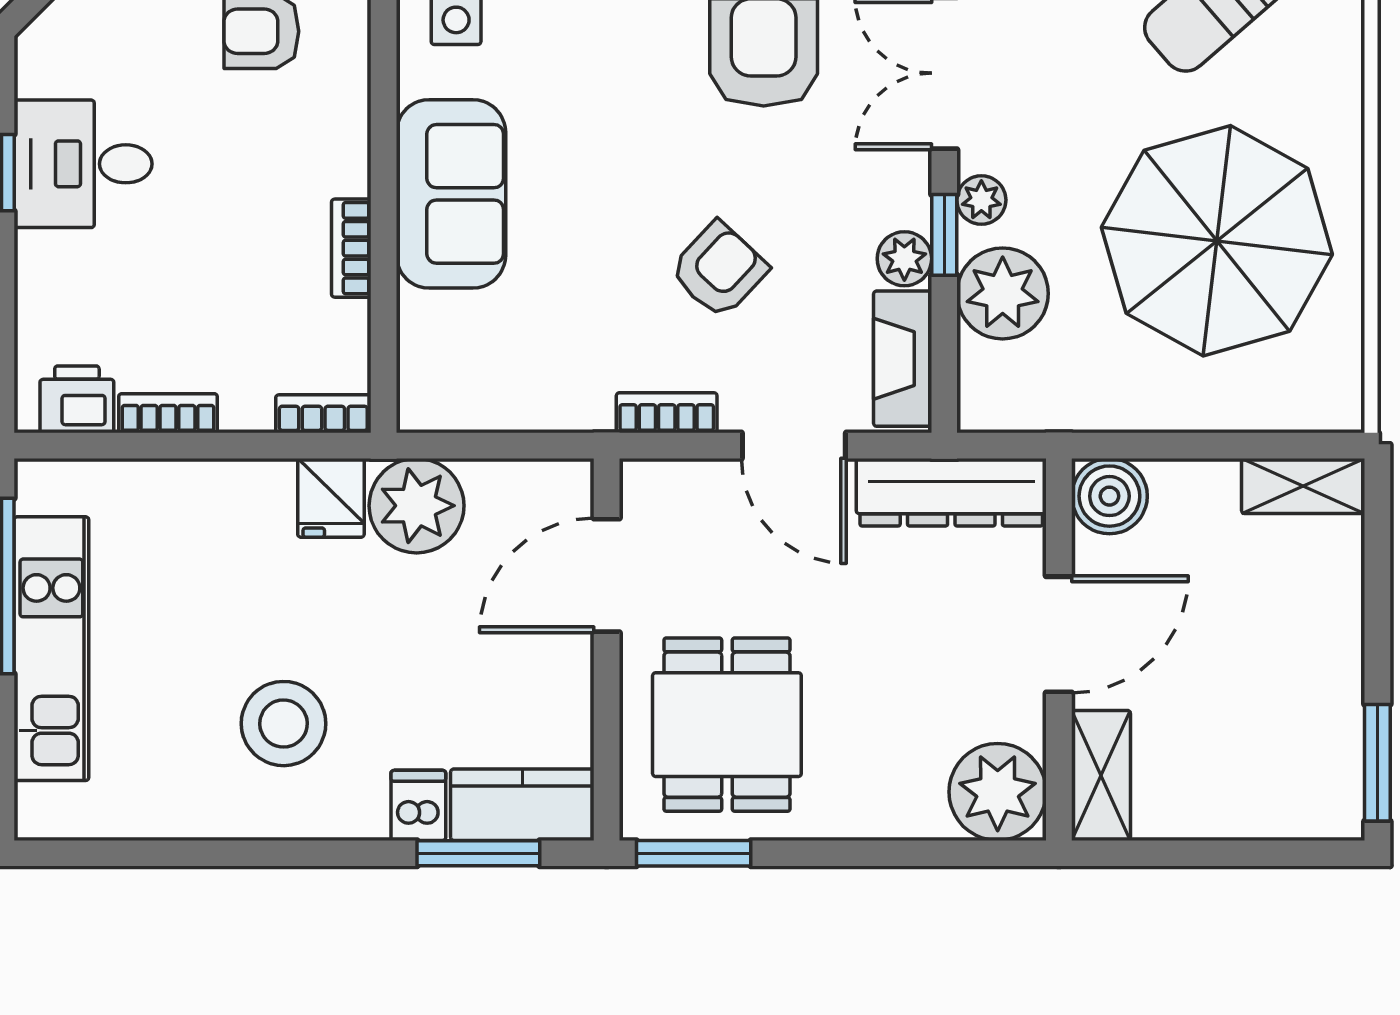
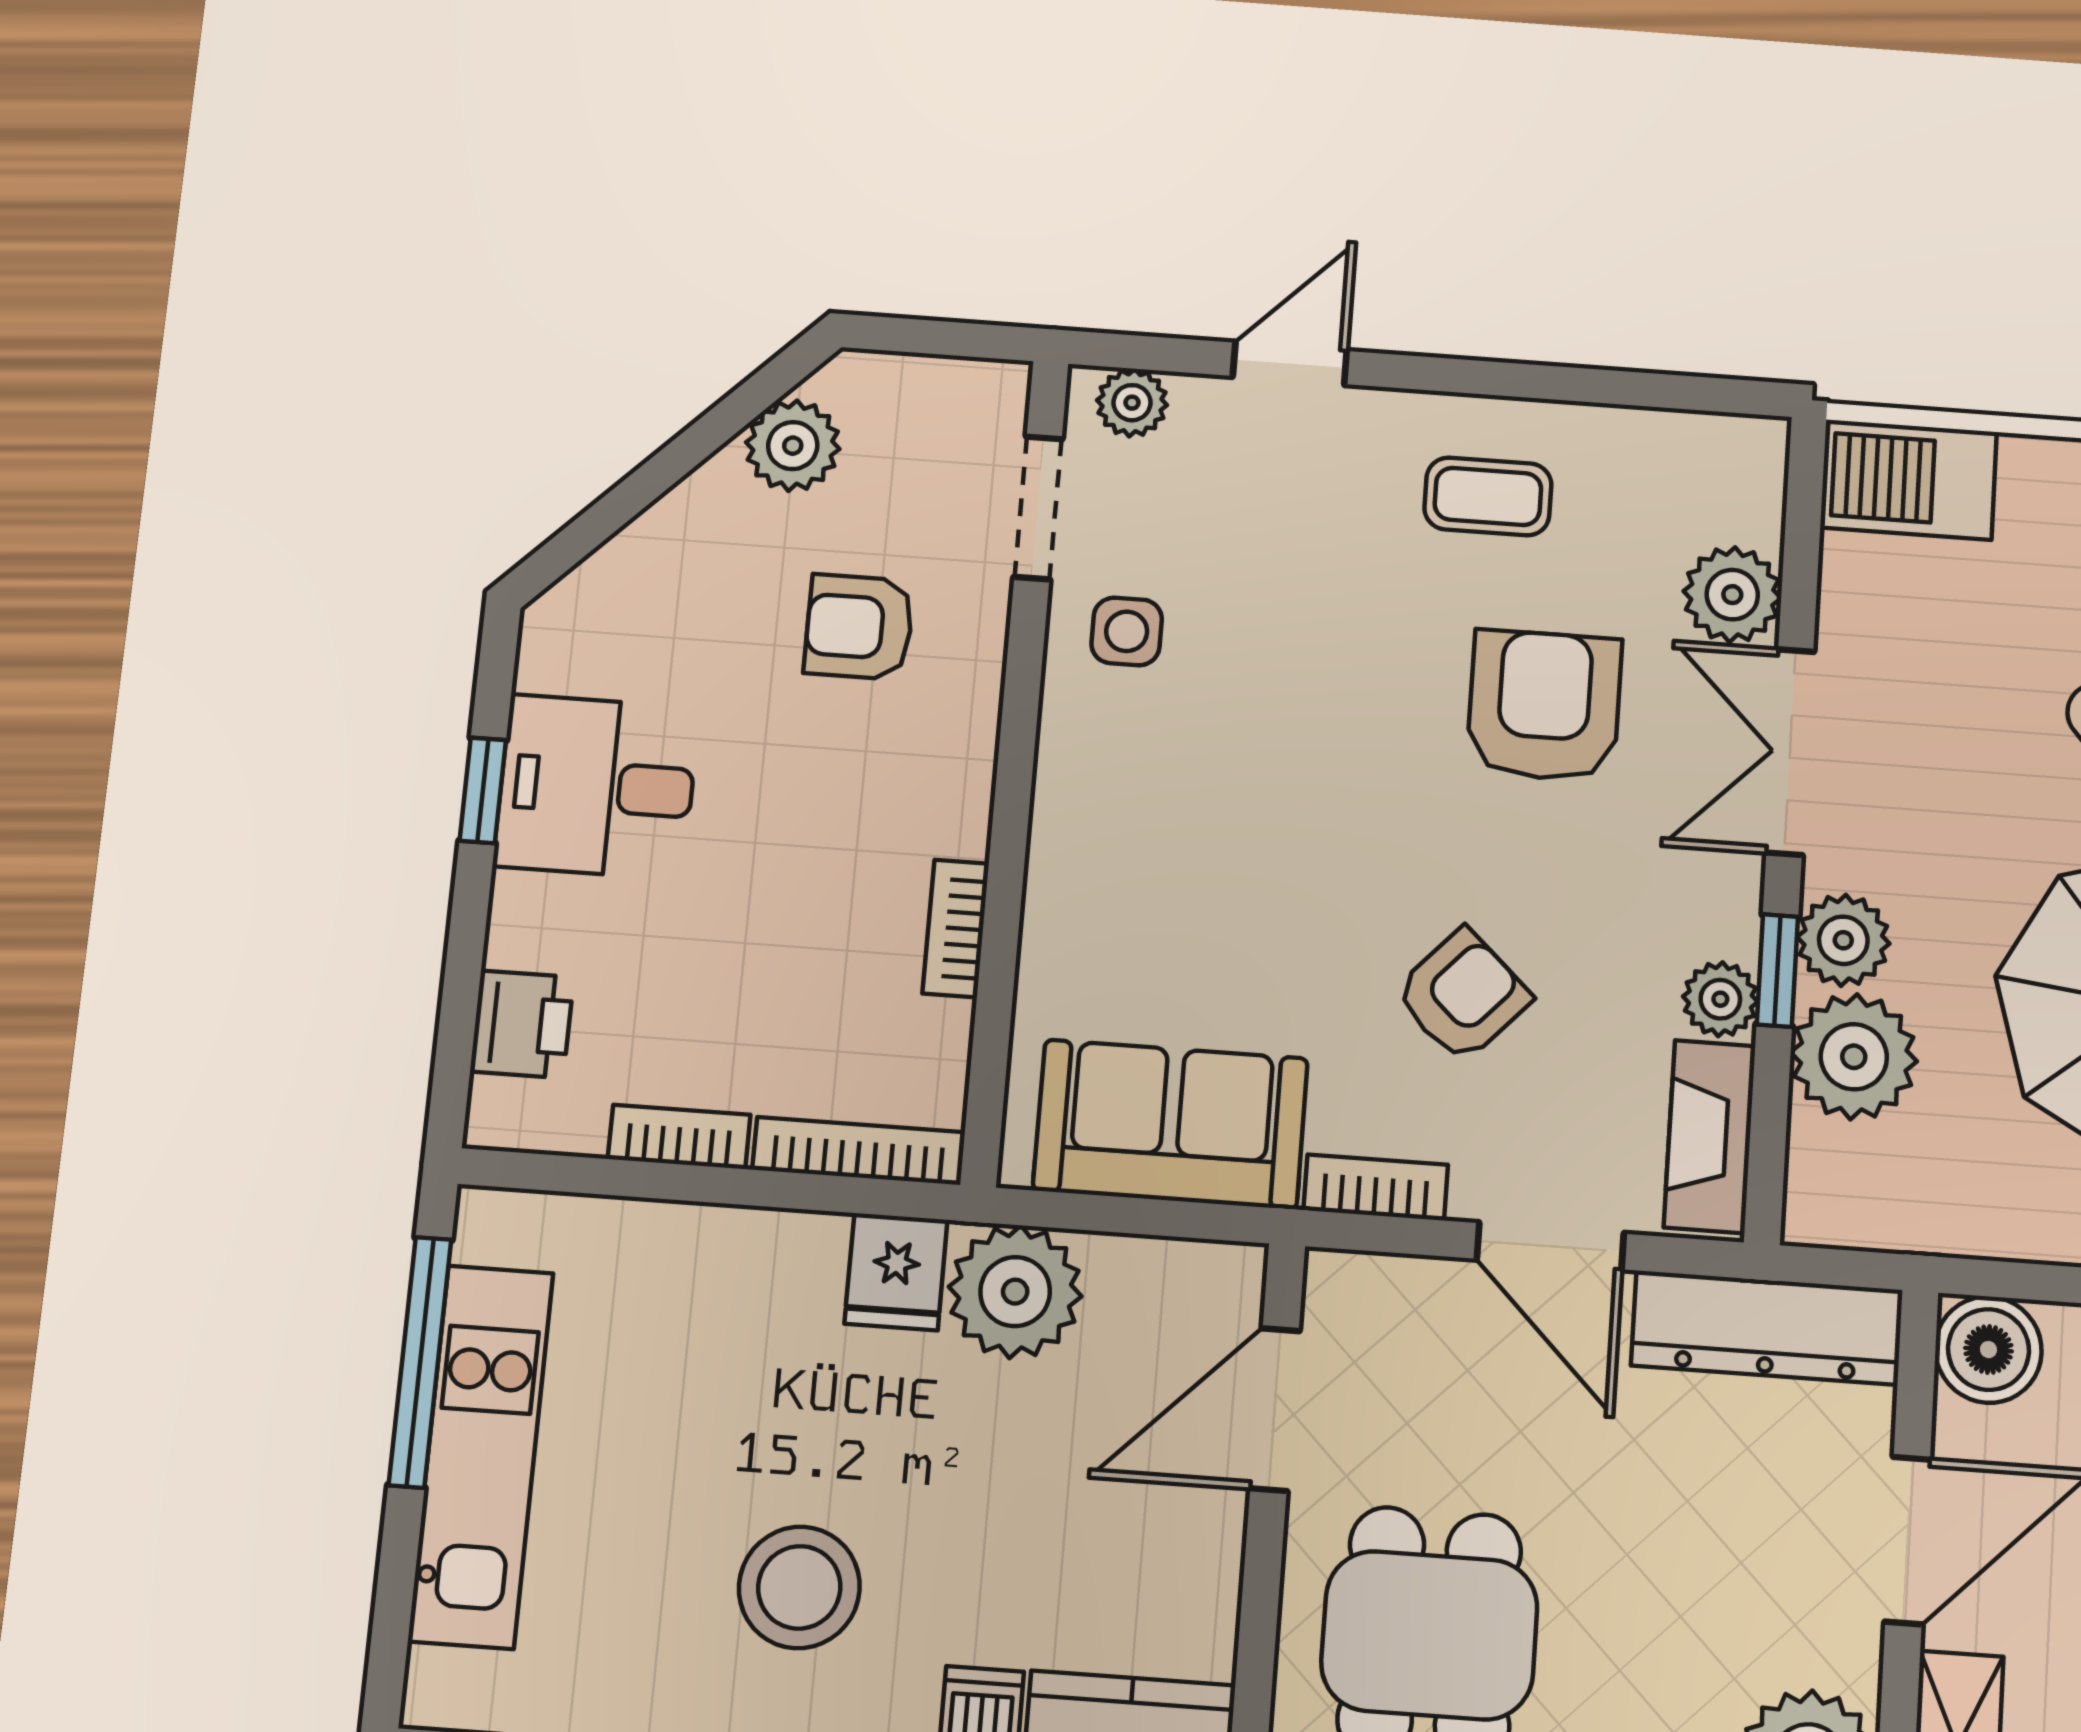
sofa: (451, 194) -> (1171, 1124), moved, turned -90
plant: (981, 200) -> (1843, 940), width x1.38, depth x1.38
printer: (77, 399) -> (522, 1024), moved, turned 90
bookcase: (323, 414) -> (859, 1151), width x1.56

